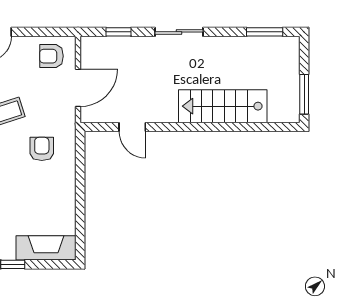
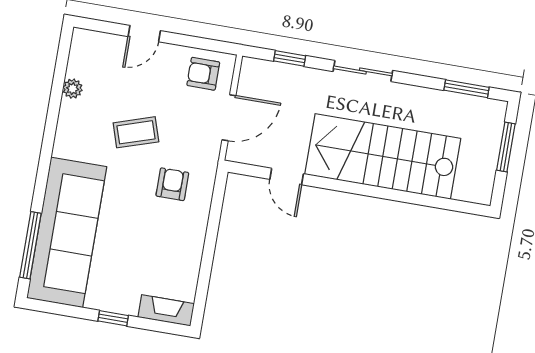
window: (304, 94) -> (506, 147), moved
stairs: (223, 106) -> (383, 156), width x1.36, depth x1.51
fireplace: (46, 248) -> (166, 310), width x0.73, depth x0.76

